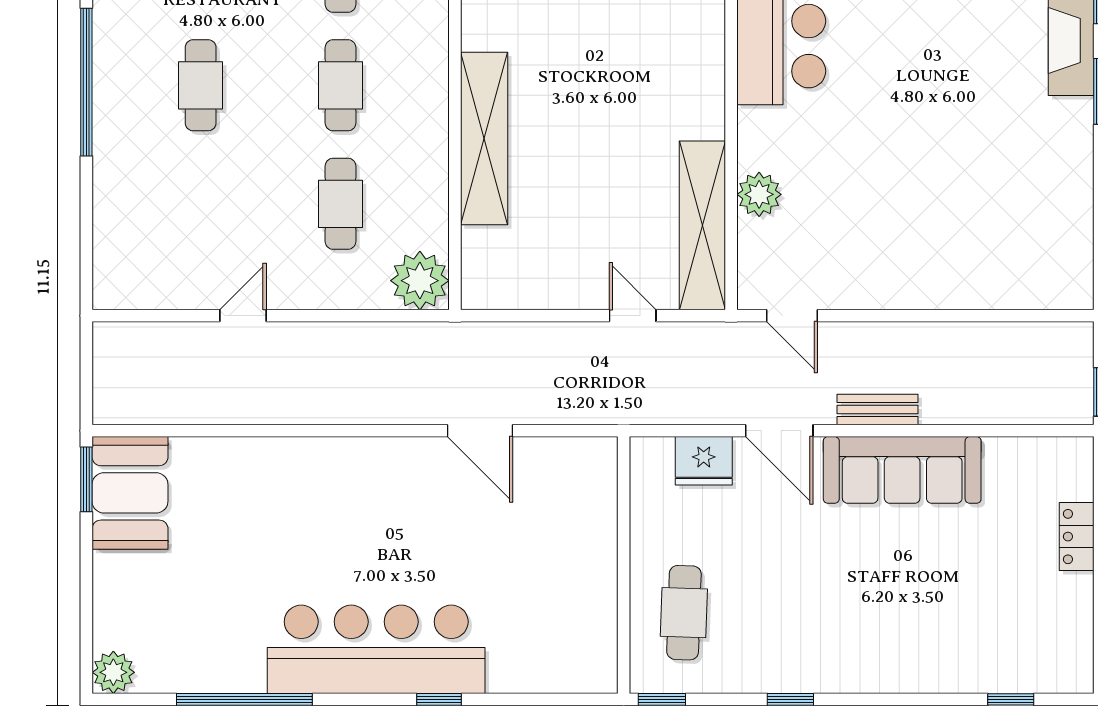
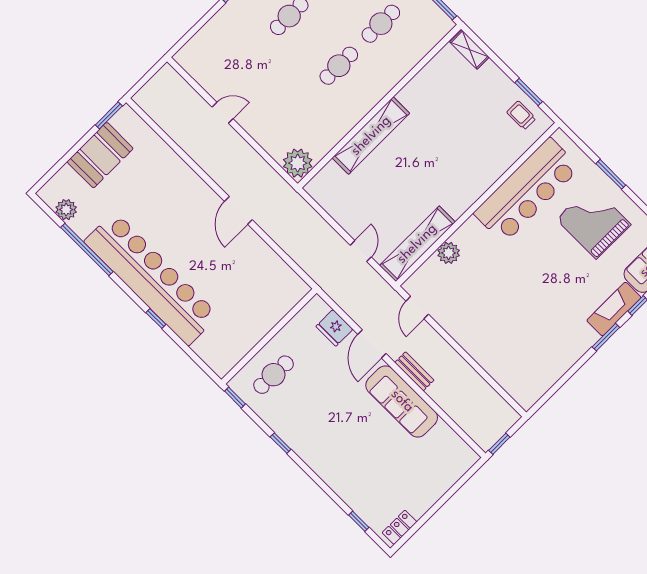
cafe table: (341, 204) -> (297, 108), removed
door: (480, 431) -> (238, 210), moved
booth: (130, 493) -> (100, 155), moved
locker: (1077, 537) -> (400, 527), moved
bar counter: (376, 649) -> (151, 278), width x1.36
plant: (113, 672) -> (66, 210), moved

